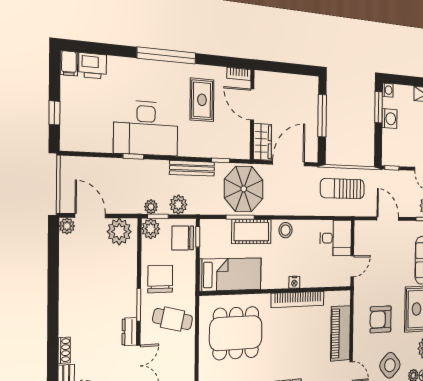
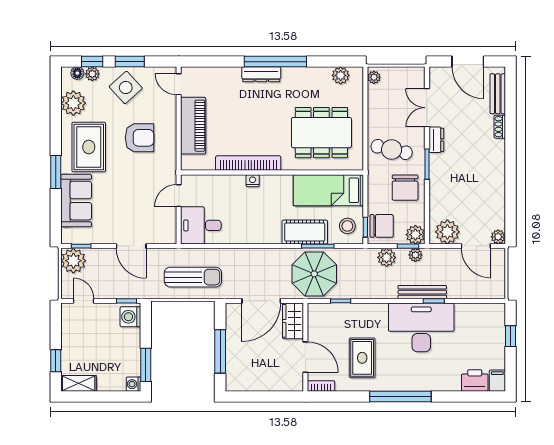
washing machine: (390, 119) -> (130, 317), moved
bench: (192, 168) -> (422, 292), moved
stool: (286, 230) -> (347, 226), moved

